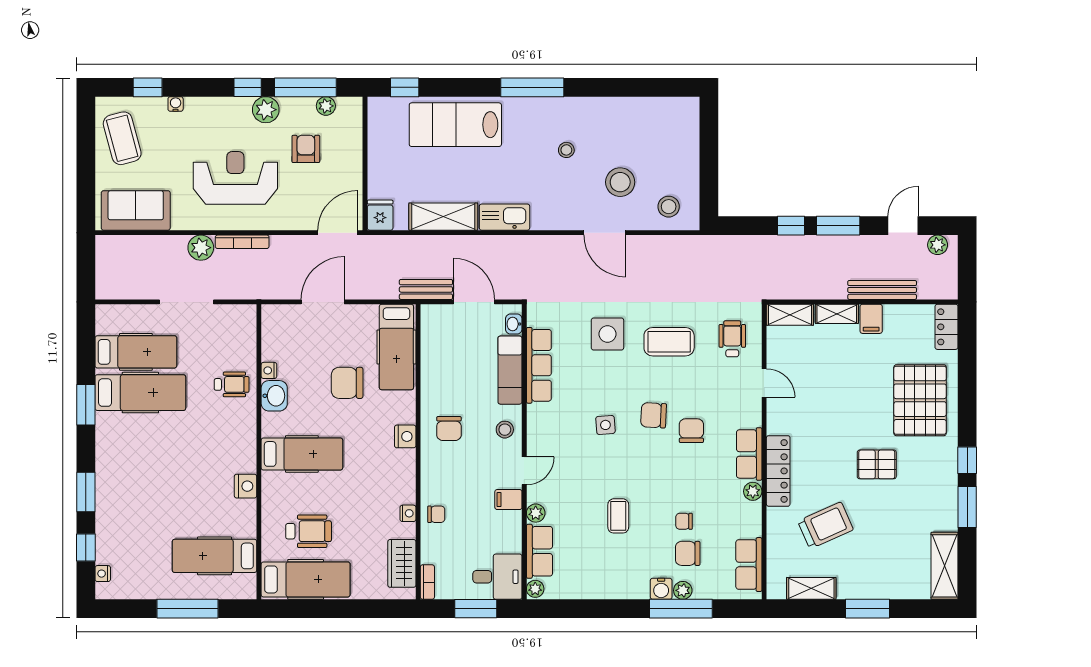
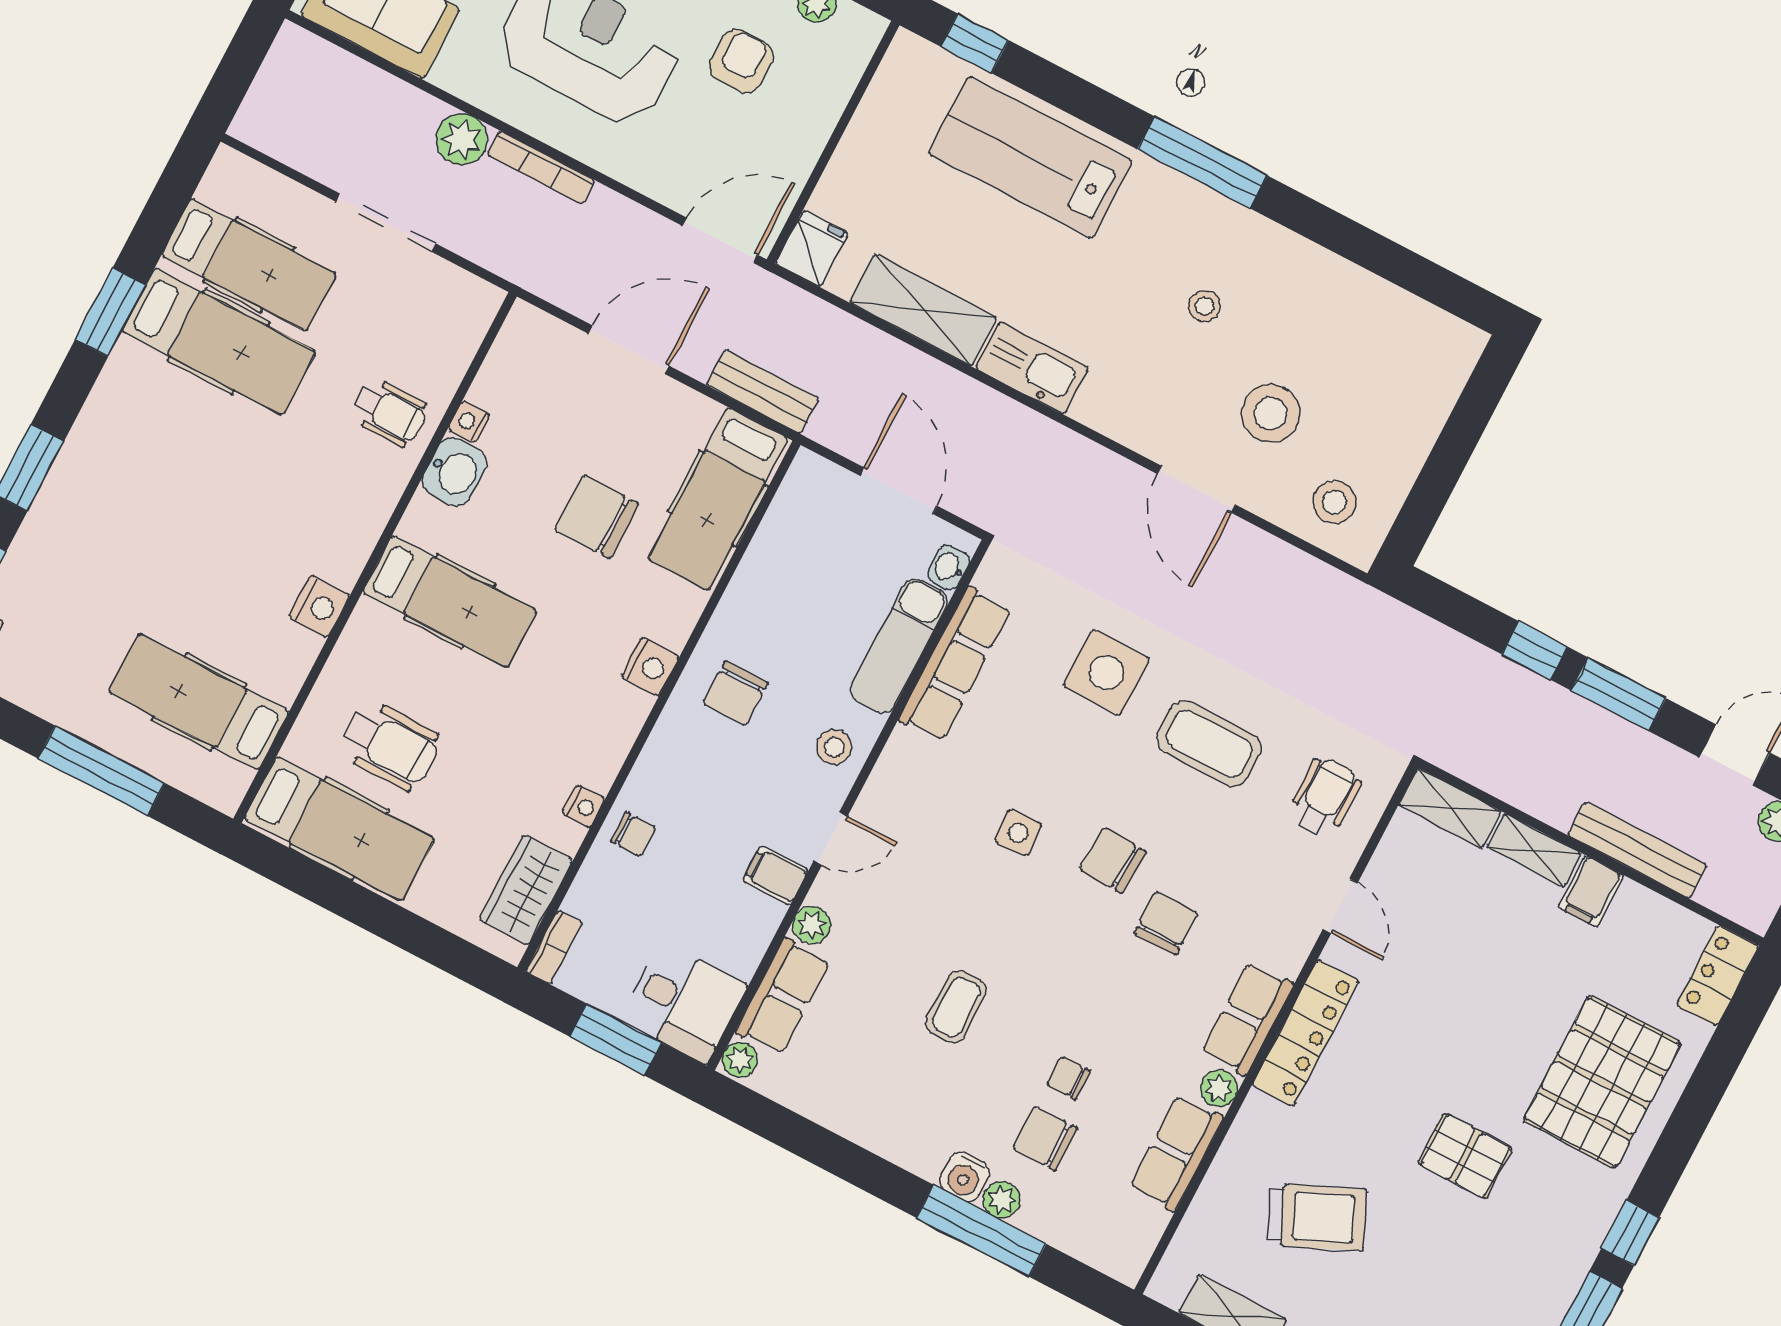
bench: (426, 289) -> (763, 392), moved
locker: (778, 471) -> (1306, 1033), moved
row of seats: (749, 565) -> (1177, 1153), moved

